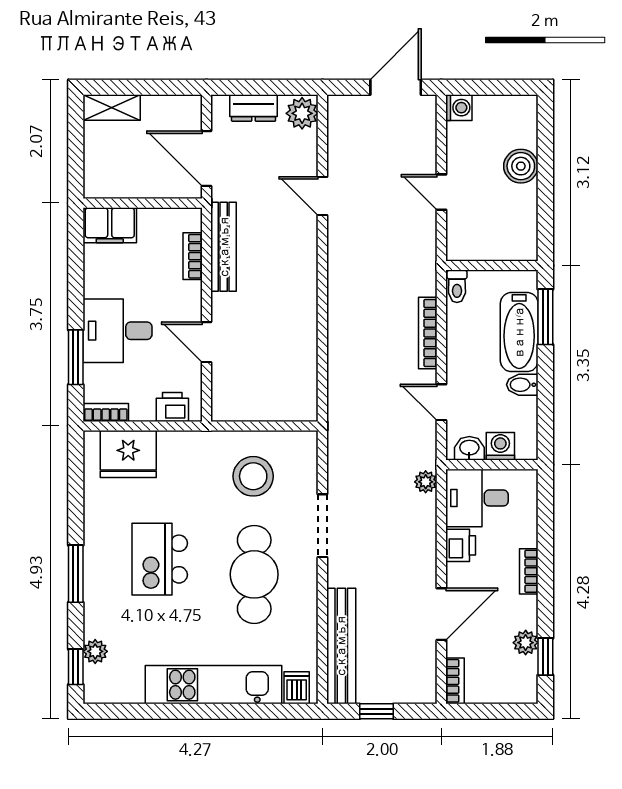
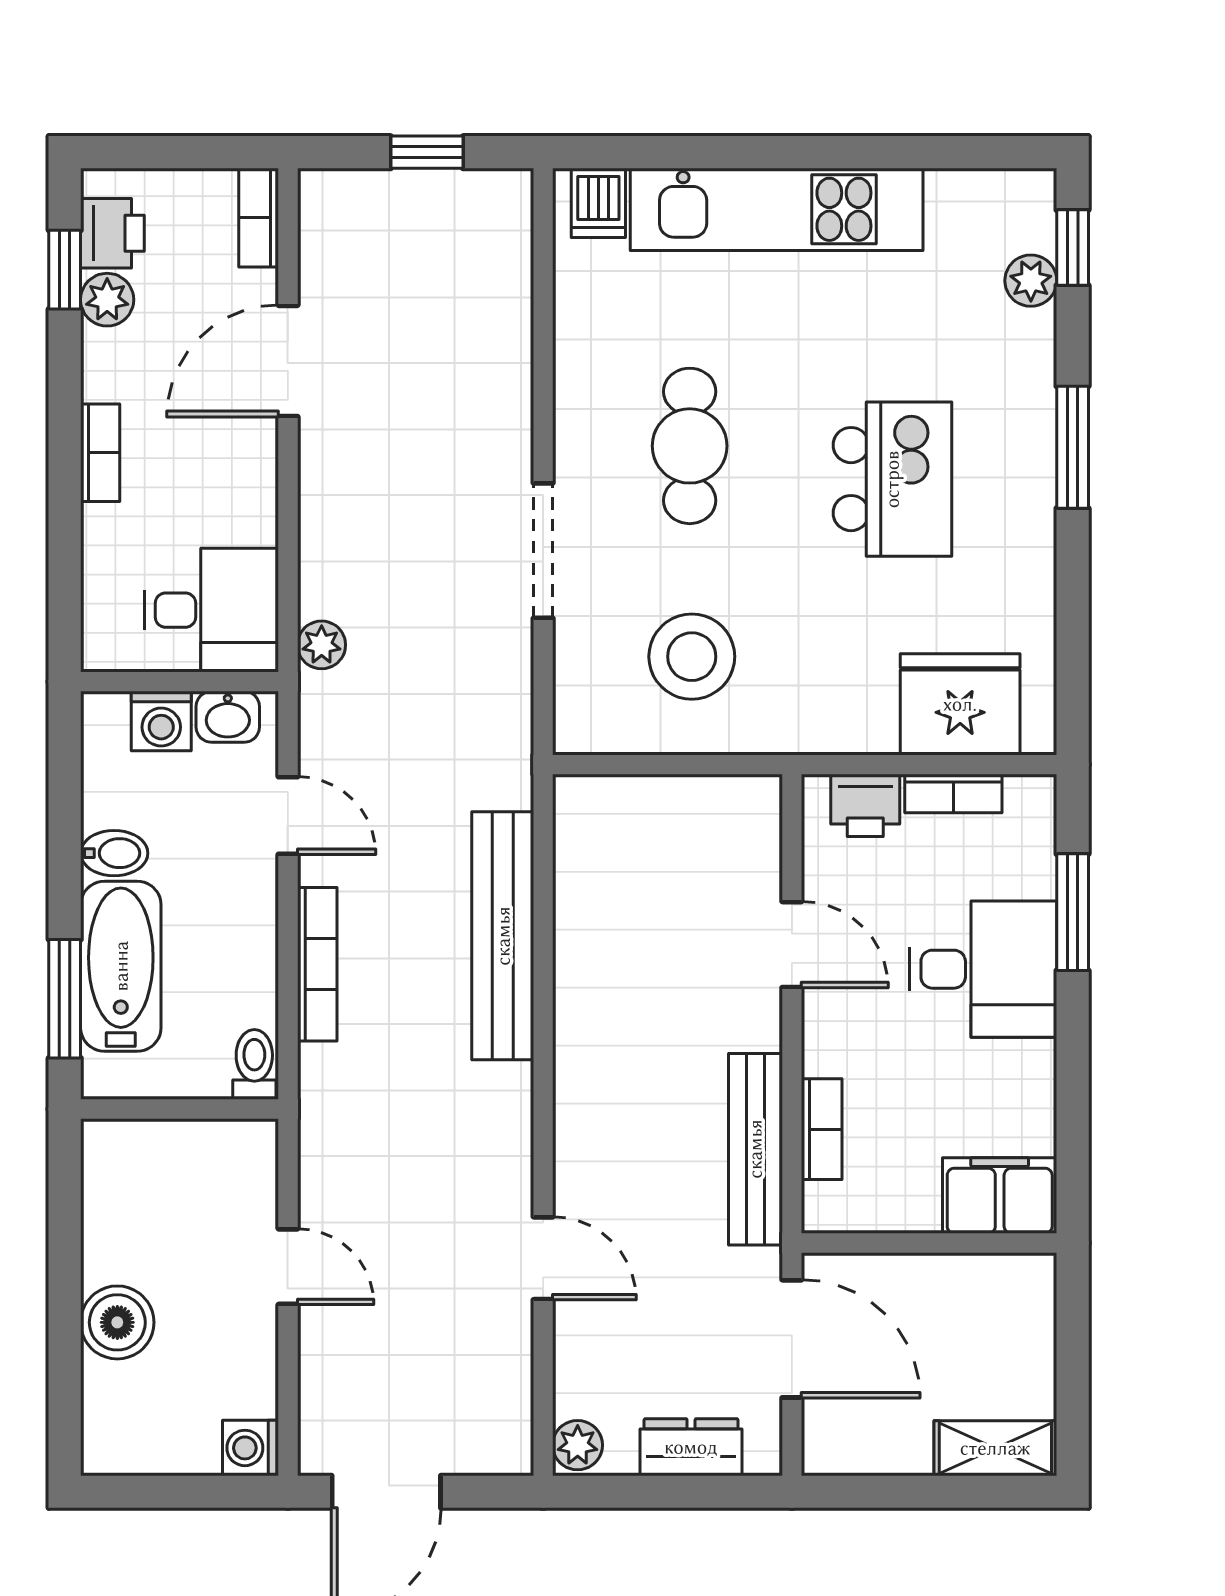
plant: (302, 113) -> (578, 1445), width x0.73, depth x0.73
bookcase: (106, 412) -> (953, 794), moved
printer: (461, 545) -> (112, 233), moved, turned 180
cafe table: (254, 574) -> (690, 446), width x0.73, depth x0.74
bench: (341, 646) -> (503, 936), moved

